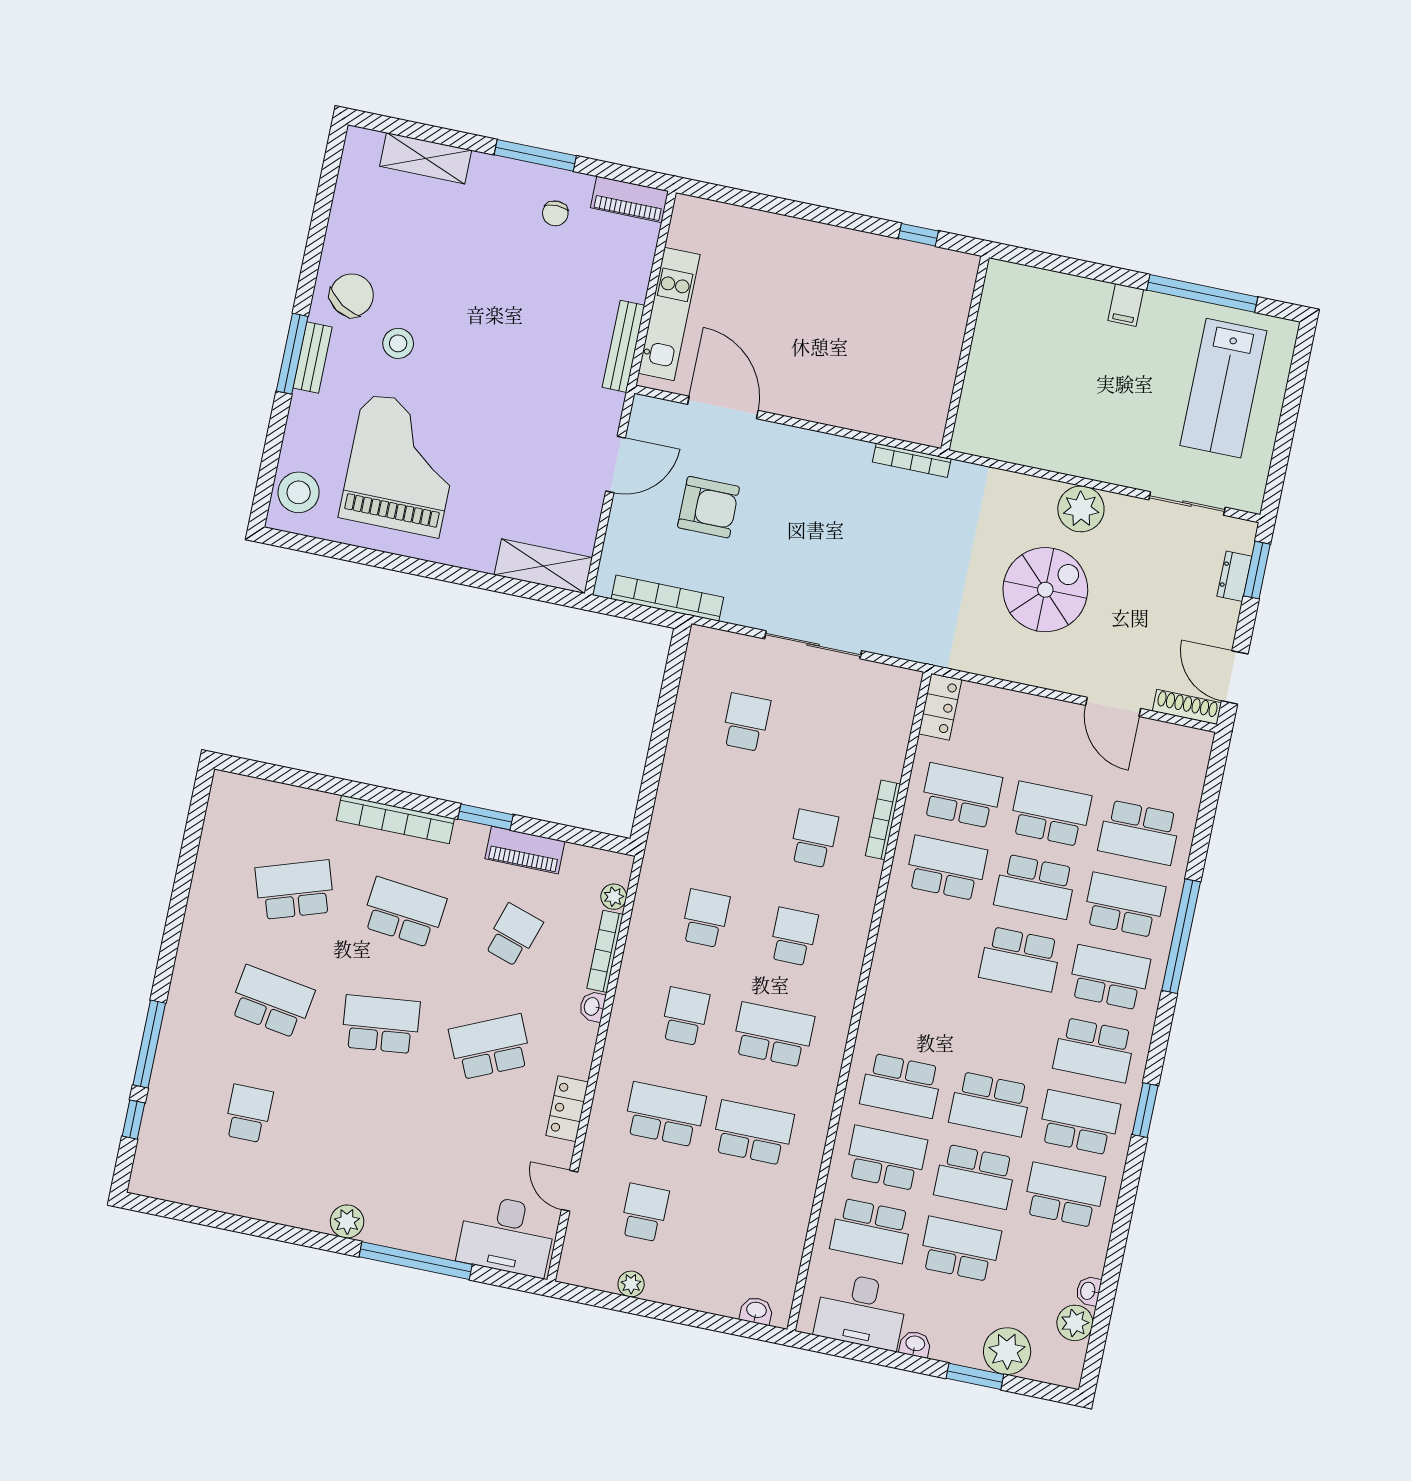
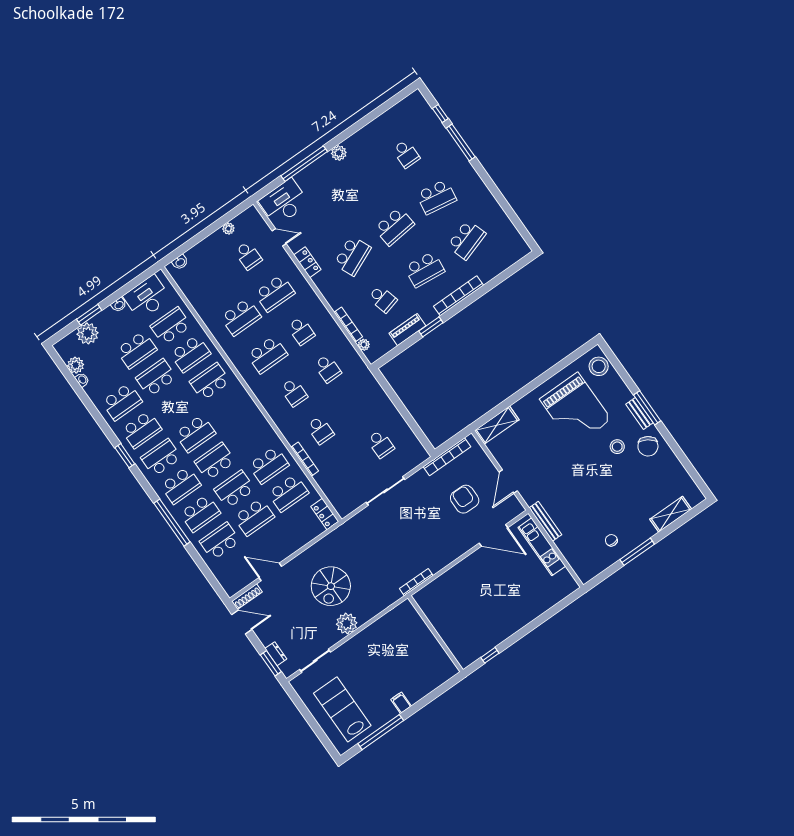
piano: (629, 199) -> (593, 570), removed
armchair: (708, 507) -> (465, 499), turned 90
school desk: (513, 935) -> (383, 299), turned -33
washbasin: (592, 1007) -> (334, 303), removed
school desk: (990, 1104) -> (195, 433), moved, turned 180

